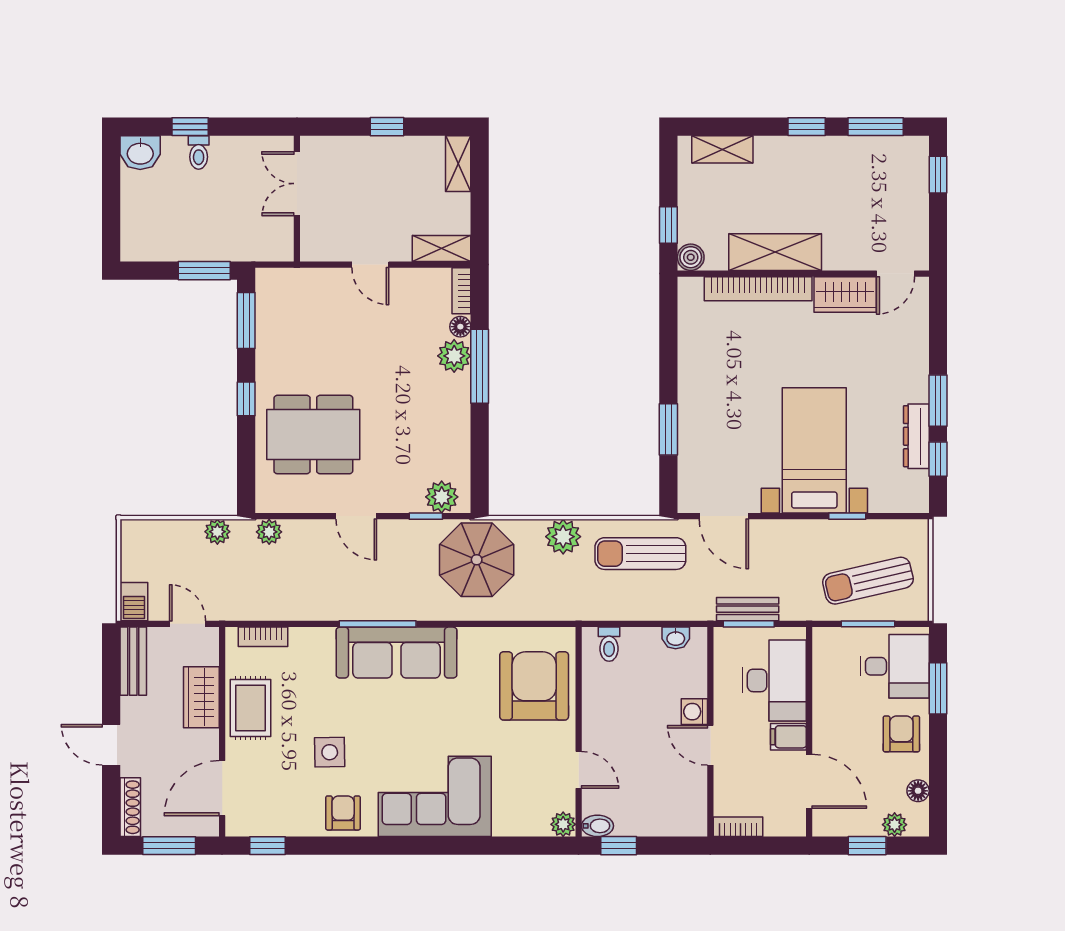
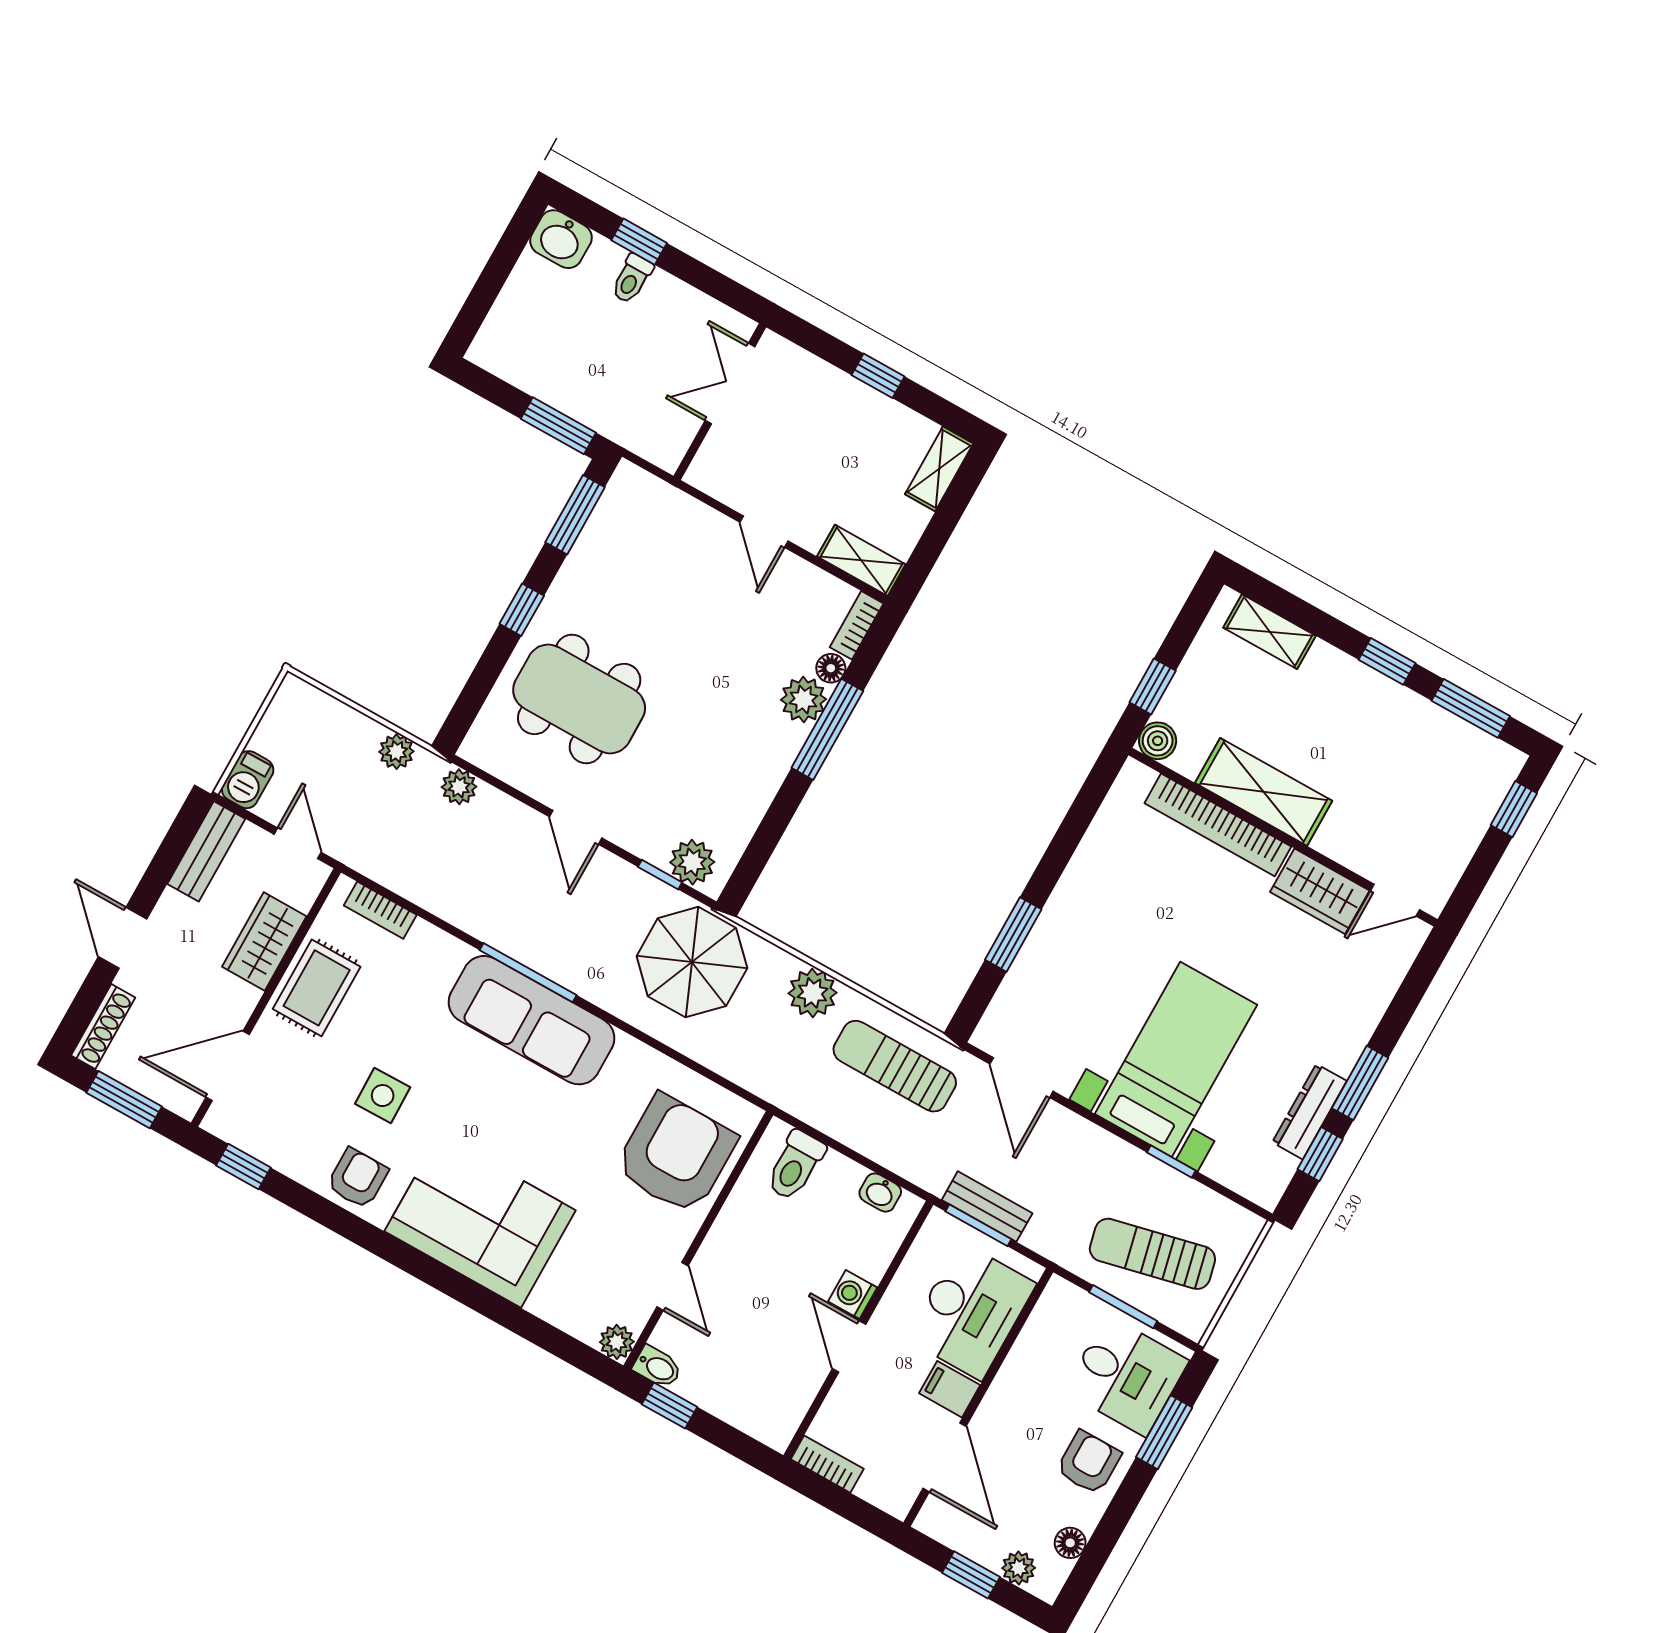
toilet: (609, 644) -> (795, 1165), width x1.37, depth x1.39

